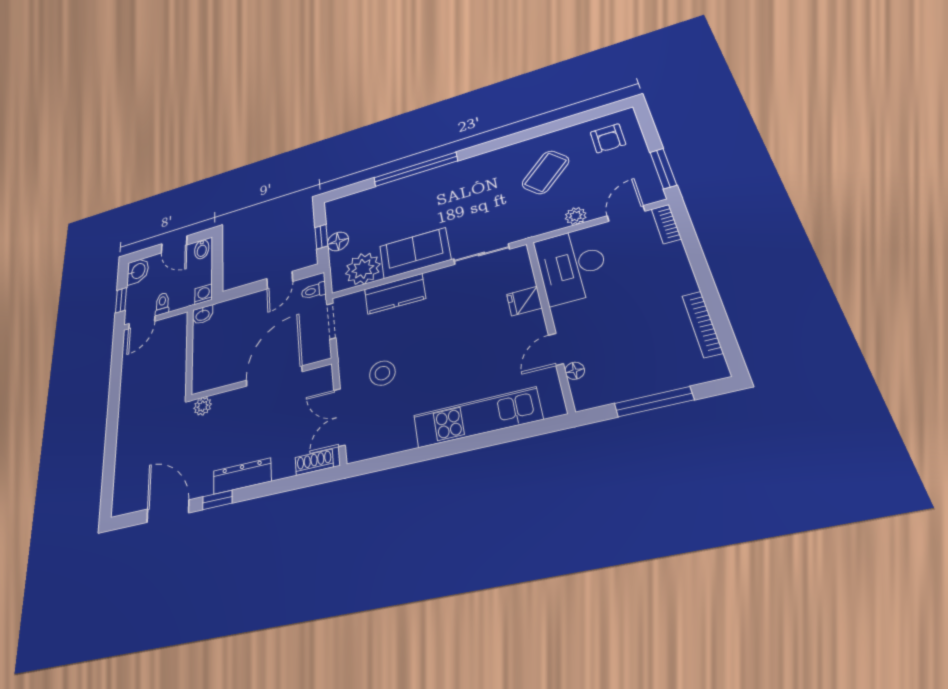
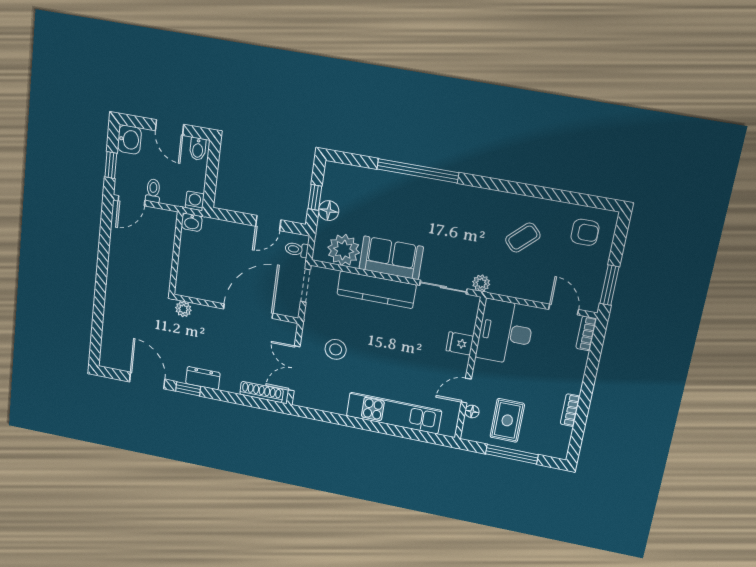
armchair: (608, 138) -> (585, 232), turned -90
coffee table: (545, 172) -> (523, 238), width x0.73, depth x0.77
door: (626, 214) -> (564, 310), hinge flipped
plant: (576, 216) -> (481, 283), moved
kitchen counter: (395, 294) -> (376, 290), width x1.50
bookcase: (702, 324) -> (570, 410), width x0.64
rug: (625, 361) -> (507, 420), added
shoe rack: (314, 462) -> (261, 392), width x1.43
dresser: (242, 476) -> (203, 378), width x0.70

